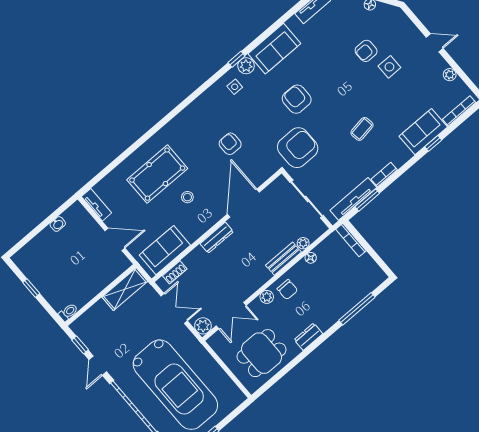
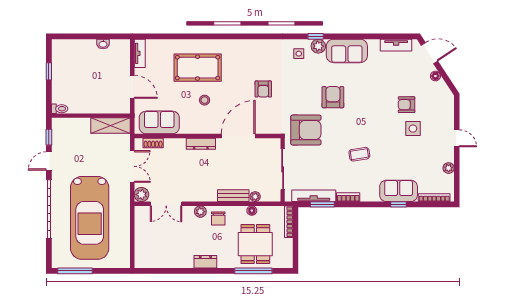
armchair: (230, 144) -> (263, 89), turned 180
dining table: (262, 353) -> (255, 244), moved, turned 90

